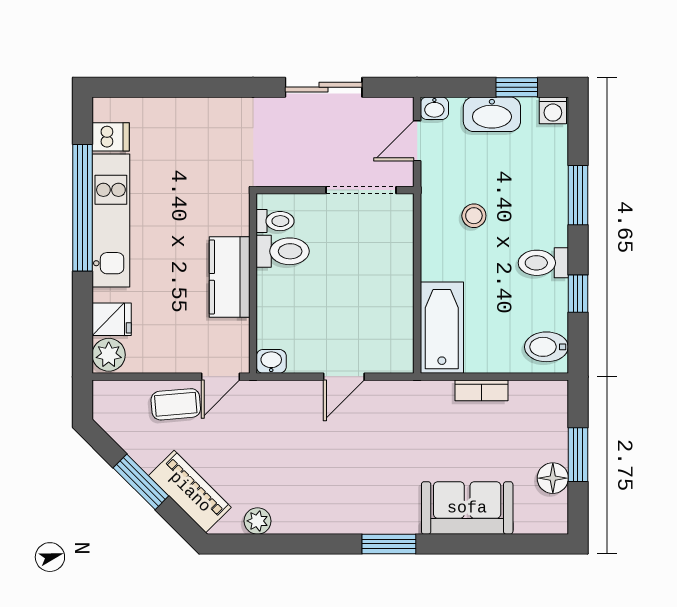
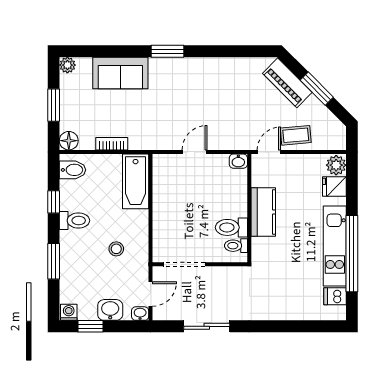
washbasin: (492, 114) -> (110, 310), width x0.72
floor lamp: (553, 478) -> (69, 141), moved
plant: (258, 521) -> (67, 65), moved

